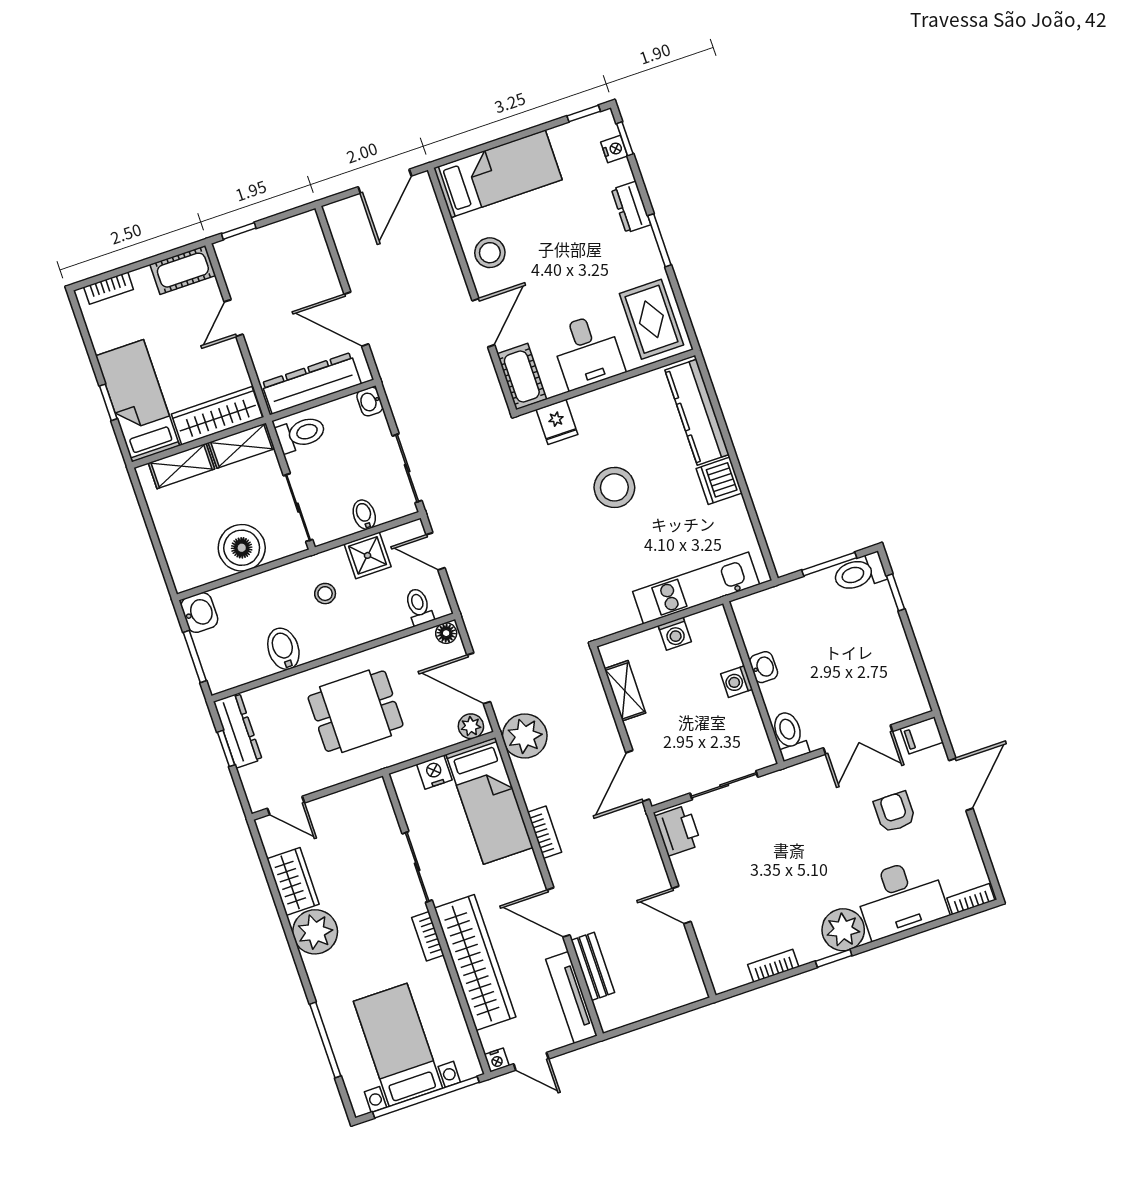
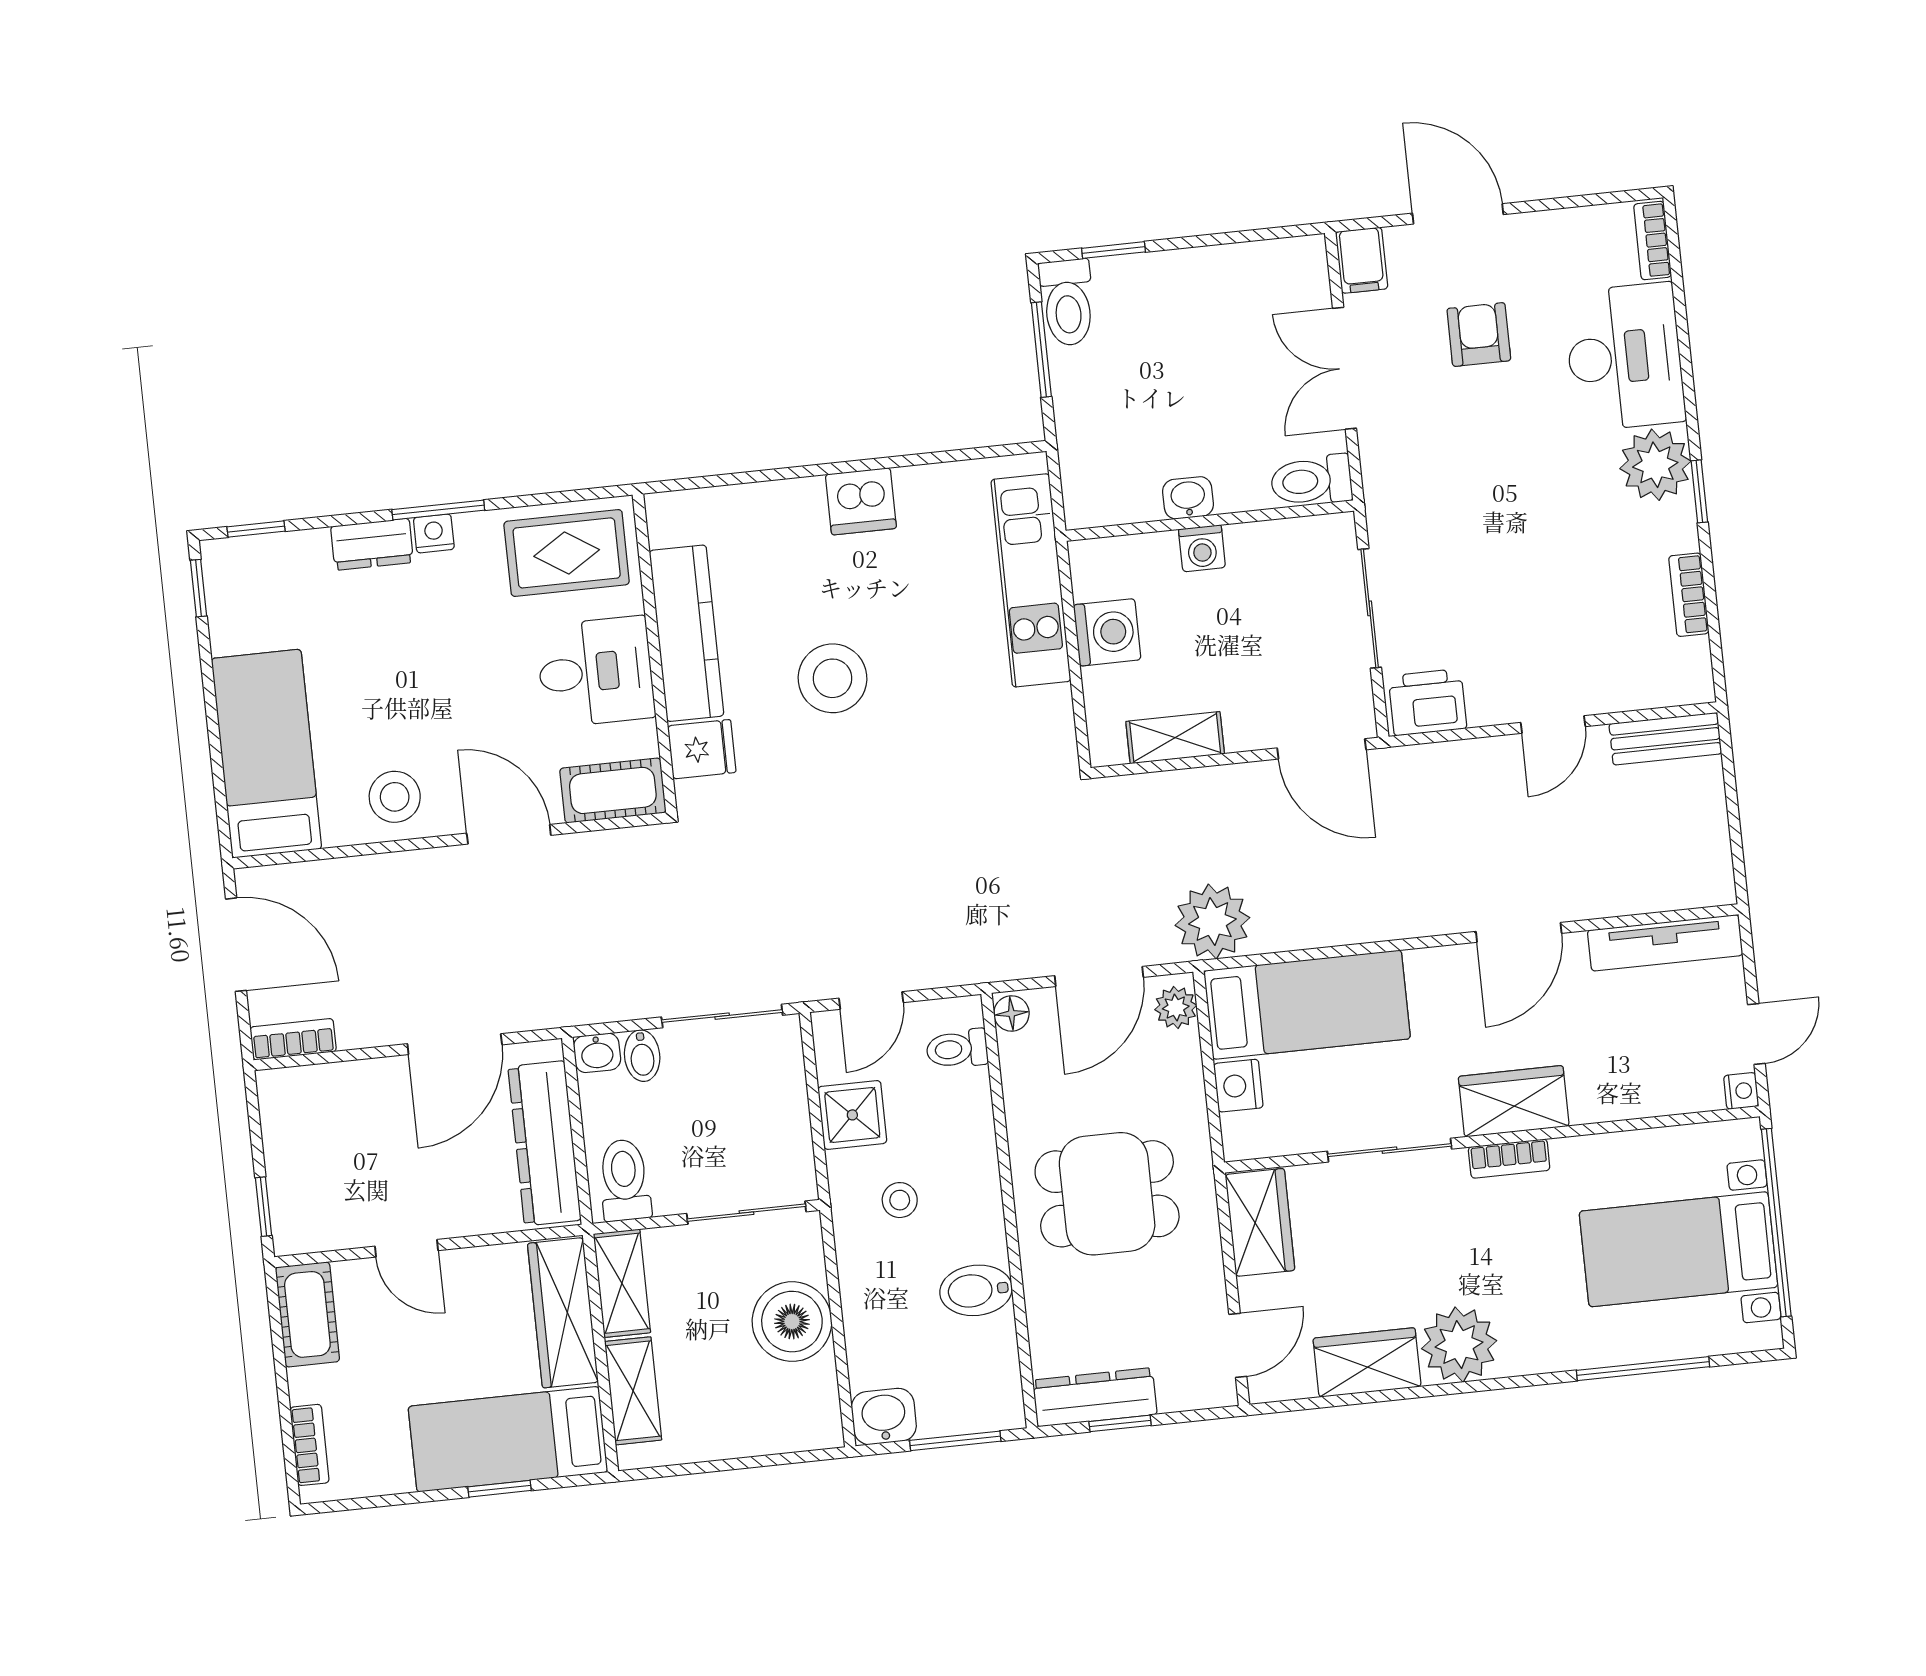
nightstand: (614, 149) -> (434, 533), moved
kitchen counter: (697, 412) -> (686, 633), moved, turned -90
bidet: (364, 515) -> (642, 1056), moved, turned -90
washing machine: (675, 634) -> (1107, 632), width x1.38, depth x1.38
dining table: (356, 711) -> (1107, 1194), turned 90
double door: (858, 740) -> (1344, 368), swing flipped
wardrobe: (359, 802) -> (1260, 1222), added
armchair: (895, 812) -> (1479, 335), turned 90
bookcase: (545, 832) -> (293, 1039), moved
wardrobe: (475, 963) -> (1514, 1101), width x0.48, depth x0.85
bench: (593, 966) -> (1665, 739), moved

